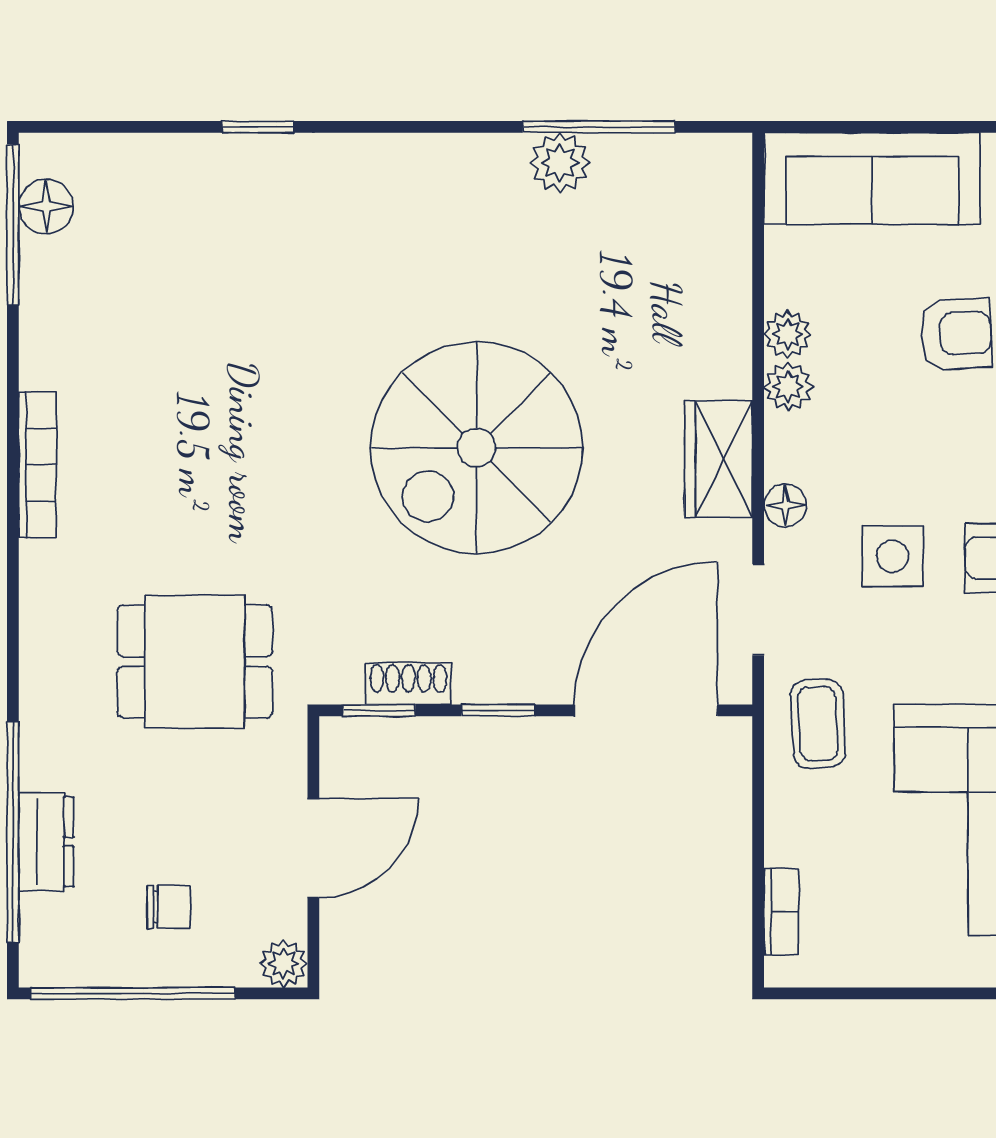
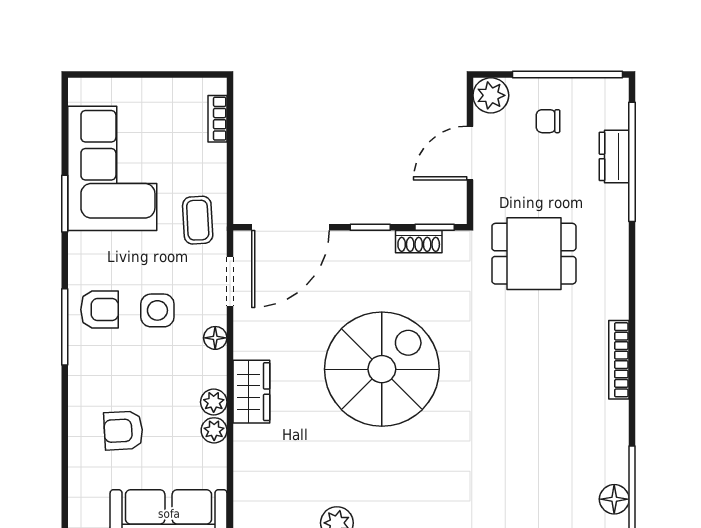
wardrobe: (719, 459) -> (251, 392), moved
plant: (284, 964) -> (491, 95), width x1.38, depth x1.38

